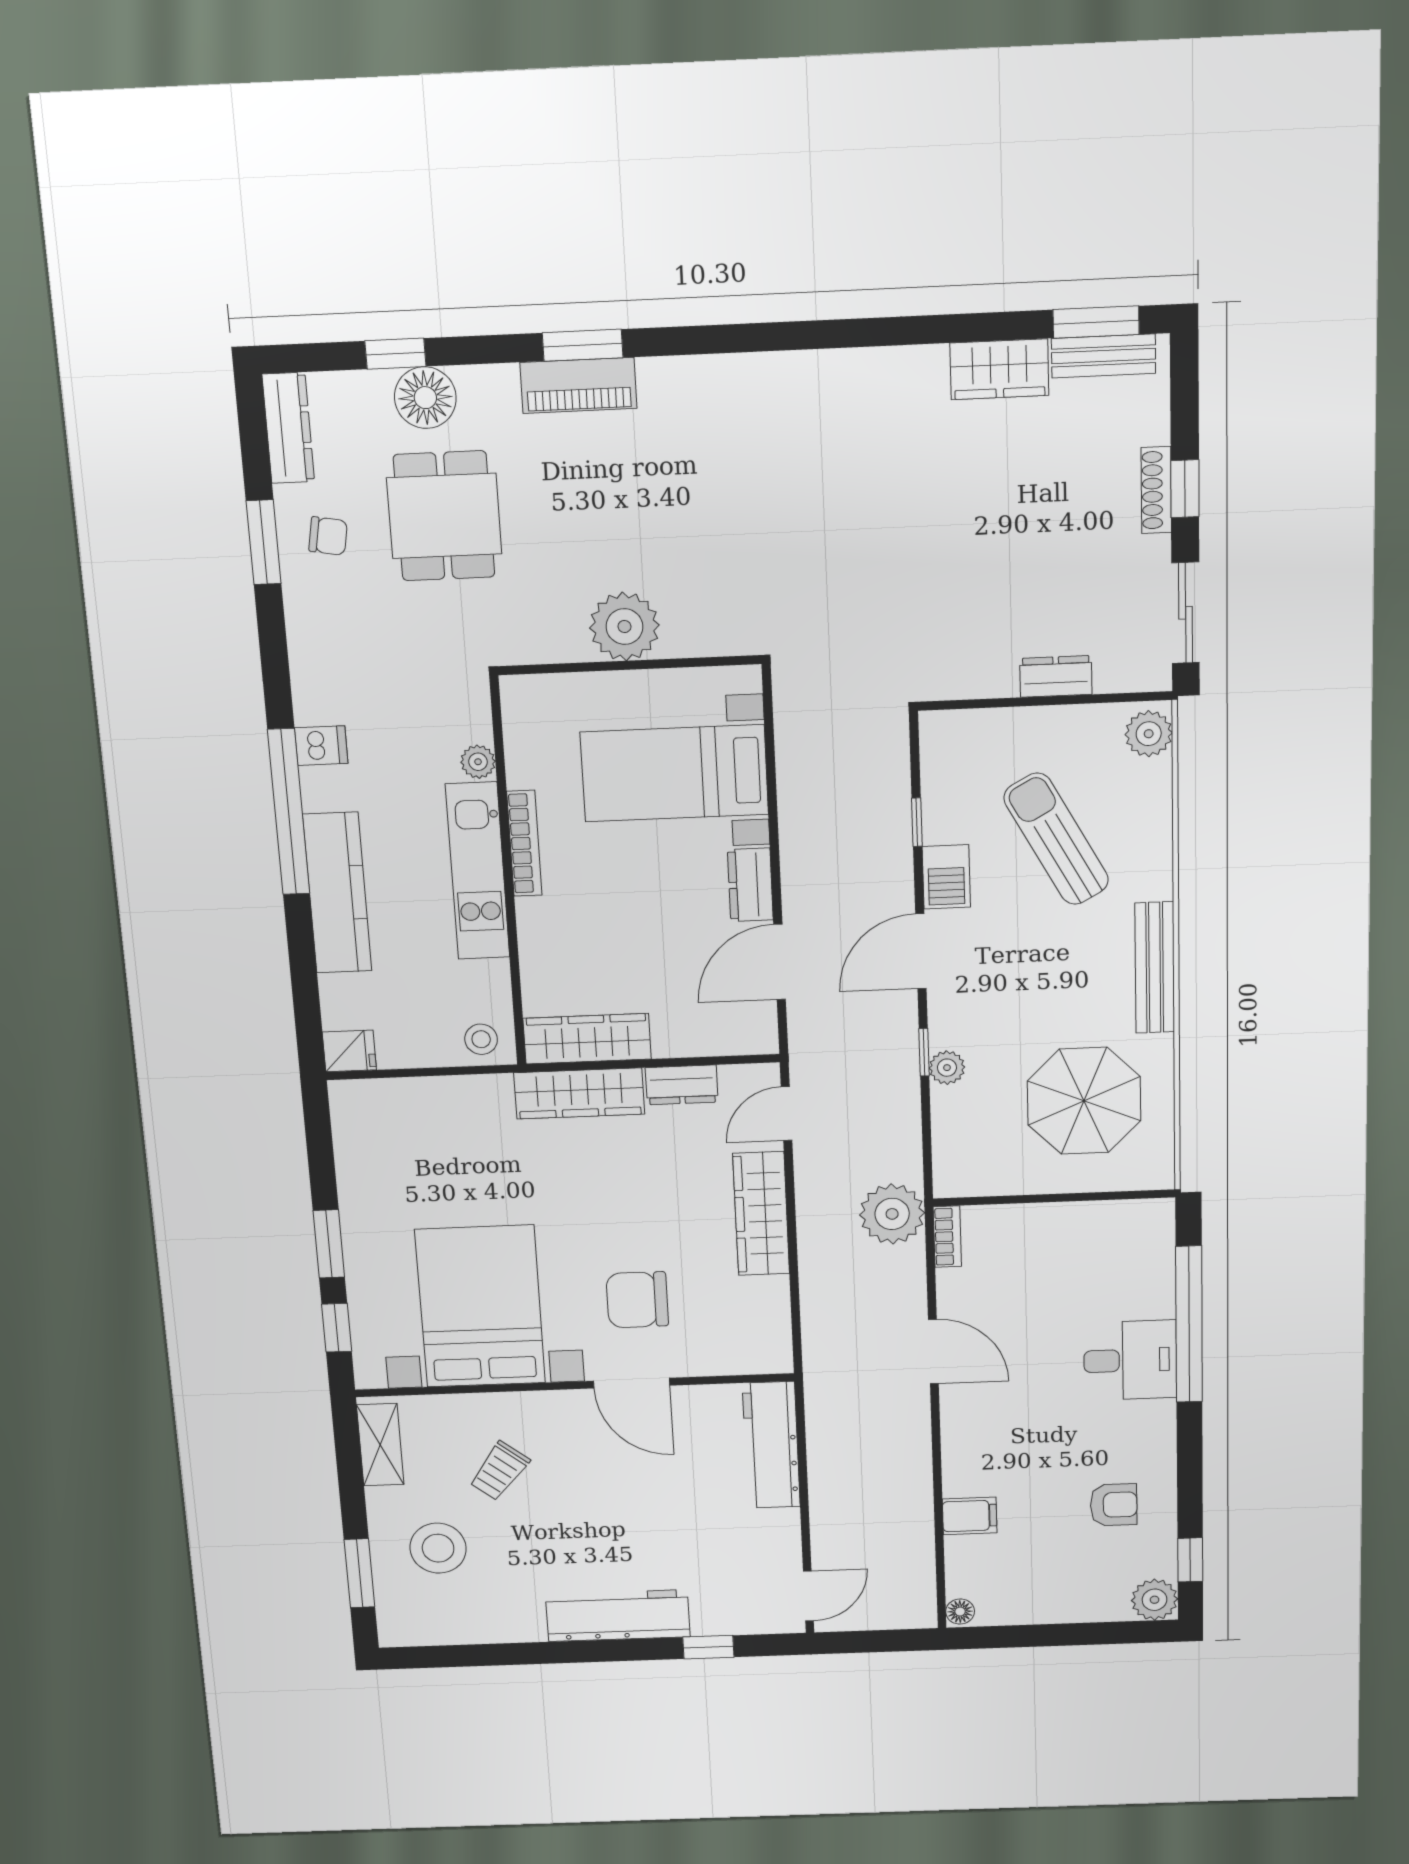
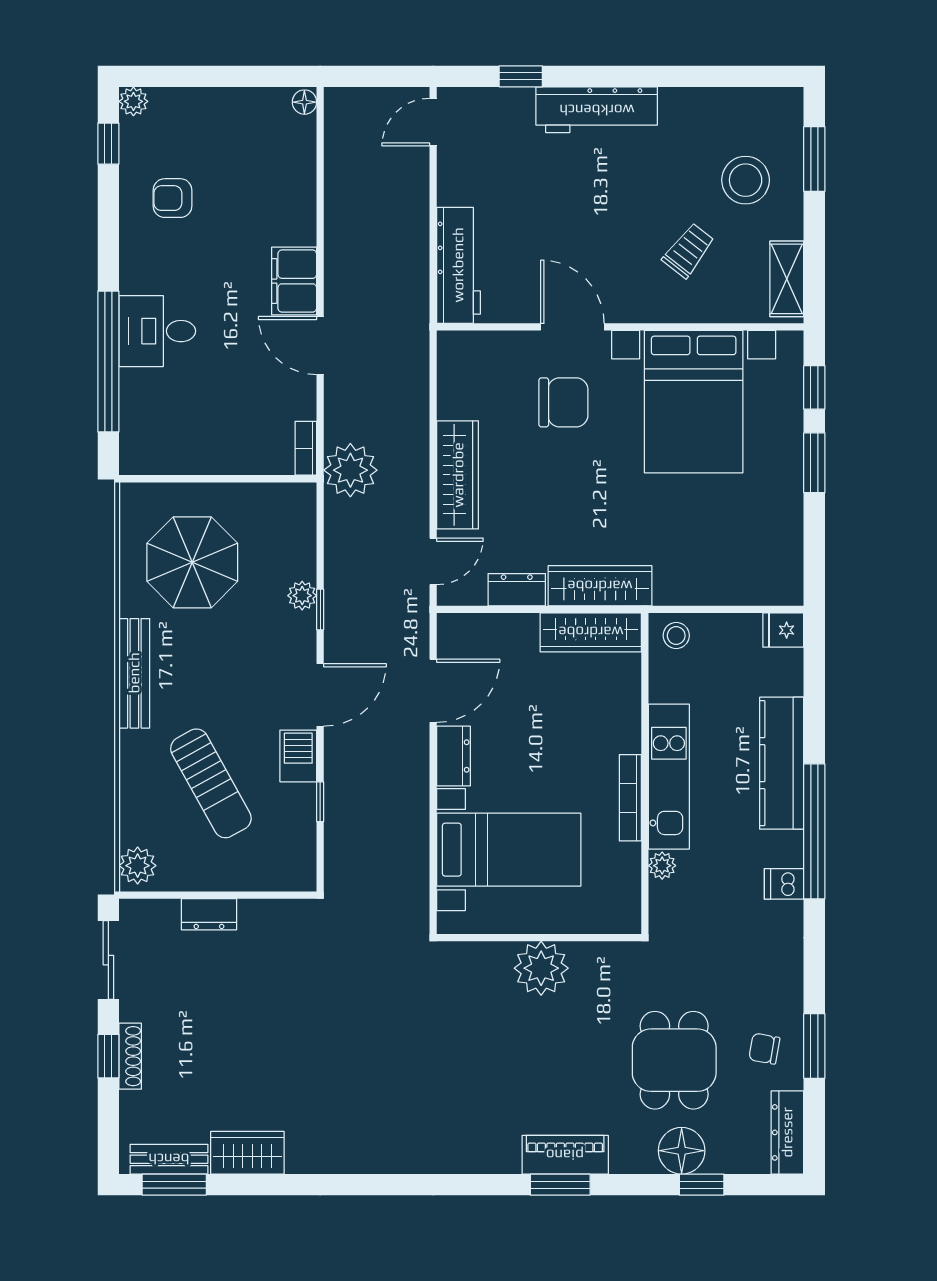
filing cabinet: (970, 1516) -> (294, 281), moved, width x2.00
plant: (1155, 1600) -> (133, 101), width x0.73, depth x0.73

